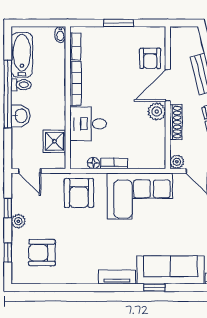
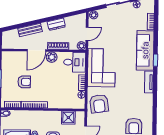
armchair: (150, 58) -> (24, 82), moved
door: (168, 85) -> (36, 50), hinge flipped
desk: (88, 124) -> (75, 62), moved, turned -90
armchair: (79, 193) -> (99, 104), turned 82

